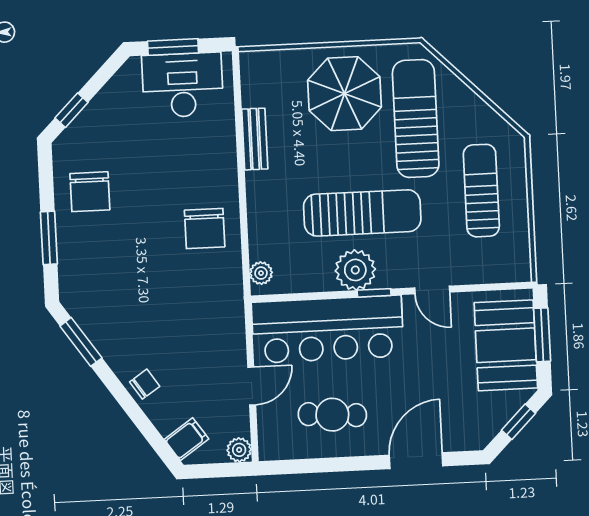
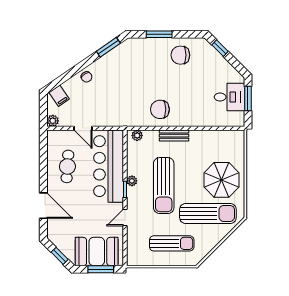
desk: (183, 85) -> (229, 97), width x0.73
bench: (255, 139) -> (174, 136), moved
plant: (355, 270) -> (132, 181), width x0.53, depth x0.53

